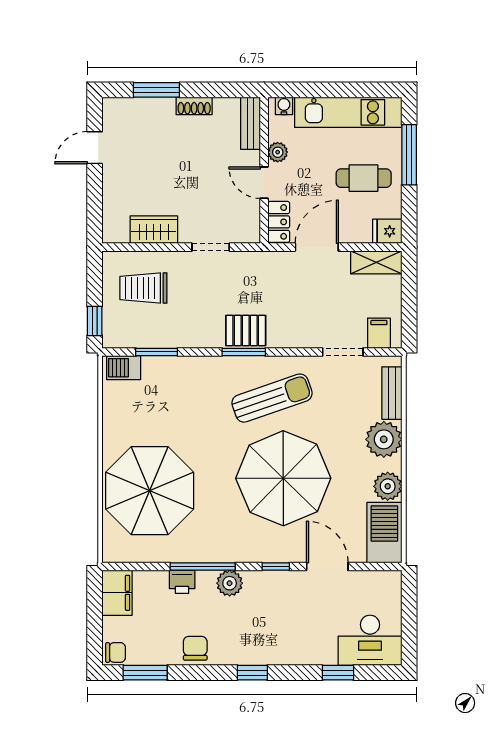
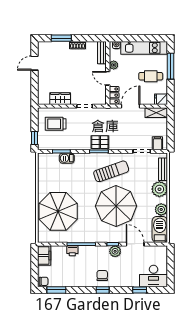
barbecue: (124, 368) -> (67, 158), moved
plant: (230, 583) -> (115, 251), moved
chair: (195, 648) -> (102, 276), moved

